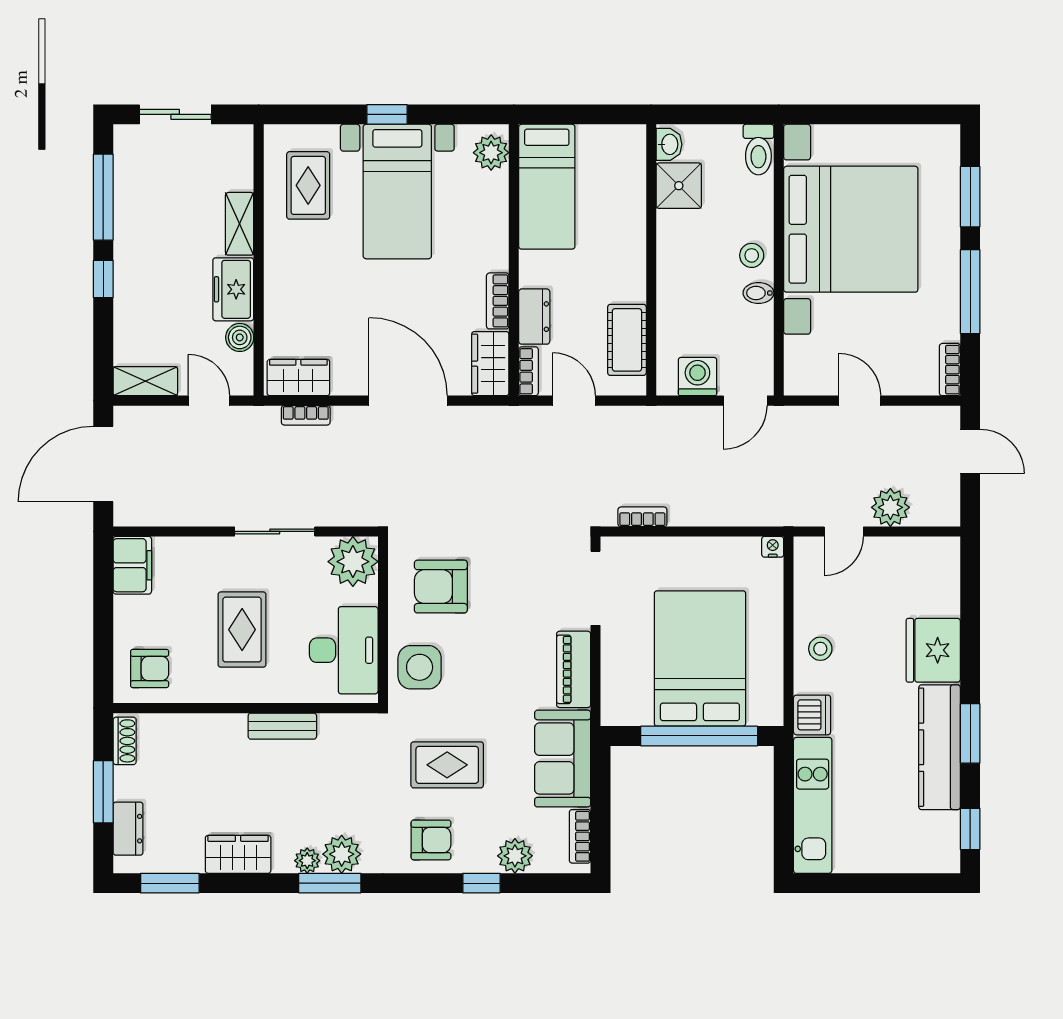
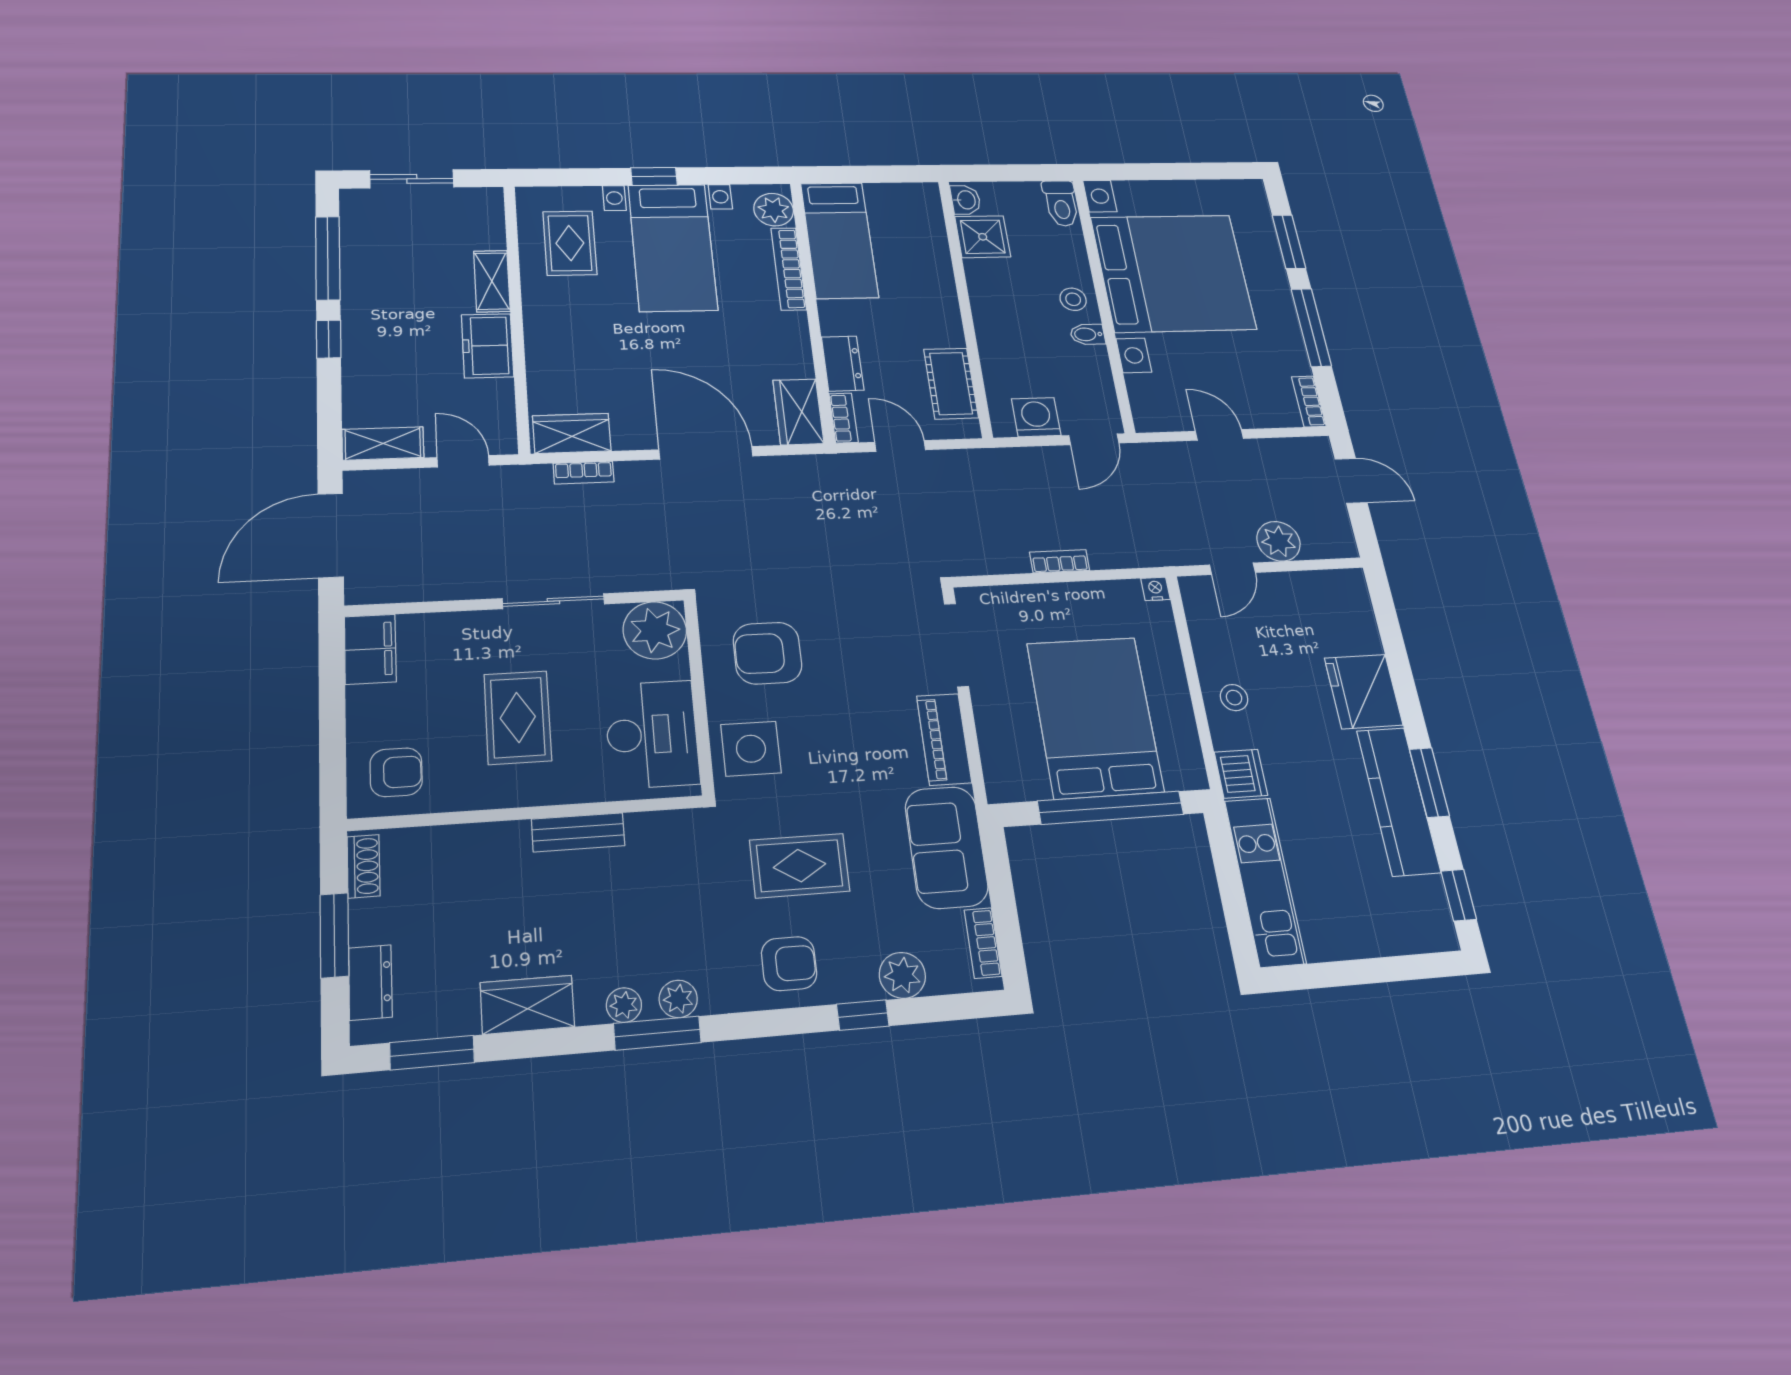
bookcase: (498, 301) -> (789, 269), moved, width x1.56
boiler: (240, 337) -> (498, 394), removed
bookcase: (642, 517) -> (1060, 561), moved
plant: (342, 854) -> (678, 999), width x0.73, depth x0.73

